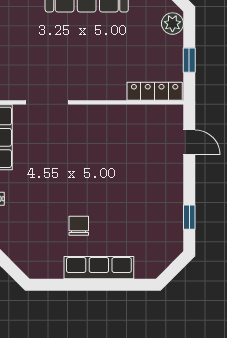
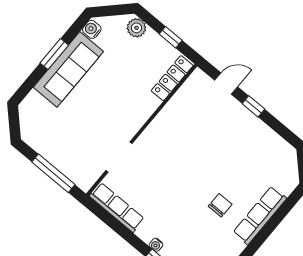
window: (189, 217) -> (253, 106), moved
chair: (79, 226) -> (220, 205), turned 90

